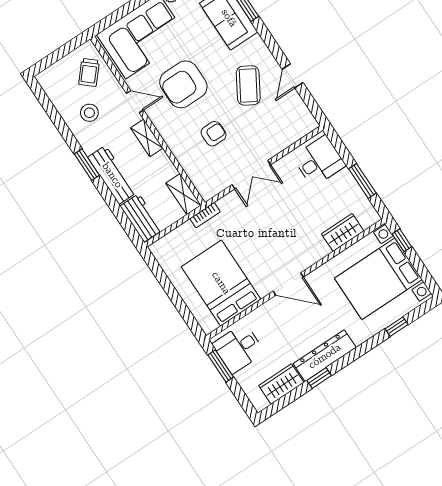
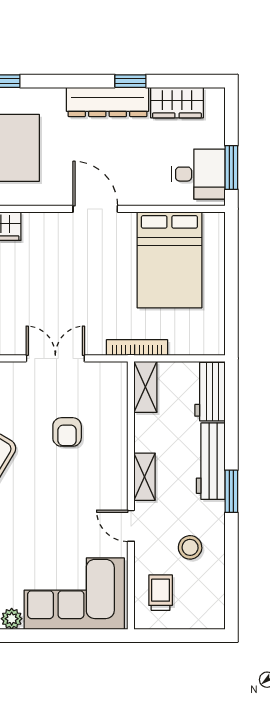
trolley: (89, 72) -> (161, 593), turned -41
armchair: (183, 84) -> (64, 509), removed
armchair: (214, 134) -> (67, 432), turned -90
bookcase: (205, 215) -> (137, 347), width x1.56

